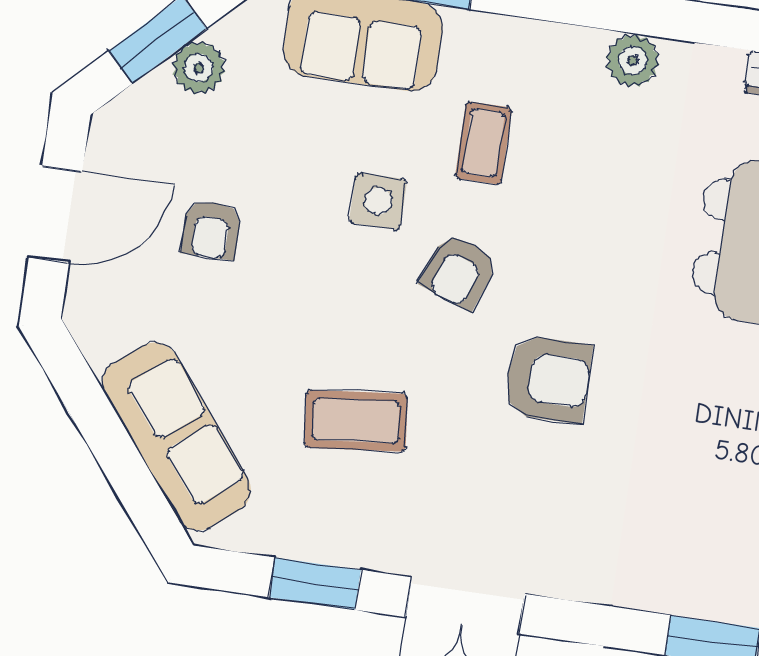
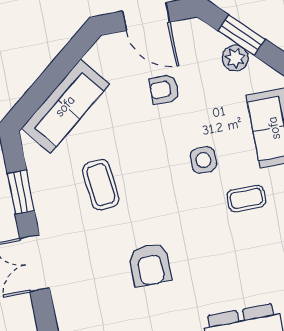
armchair: (459, 271) -> (184, 208), removed

